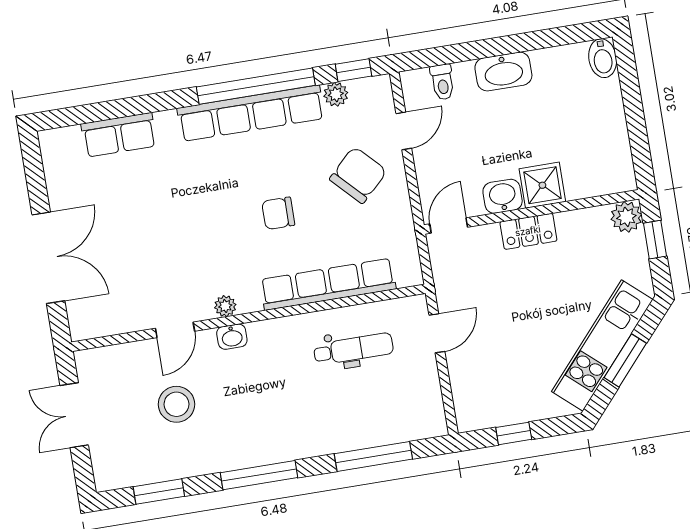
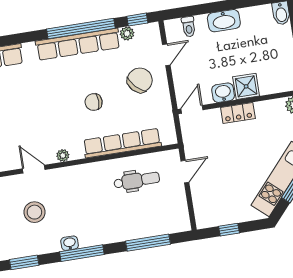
door: (175, 330) -> (34, 169), swing flipped
washbasin: (232, 337) -> (70, 243), moved, turned 180

